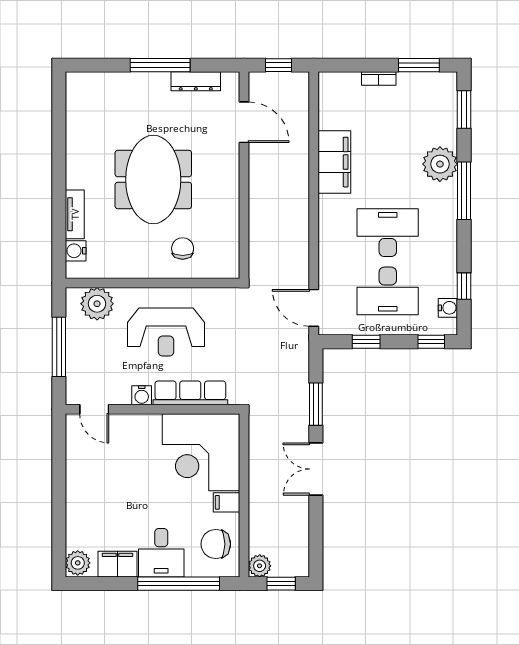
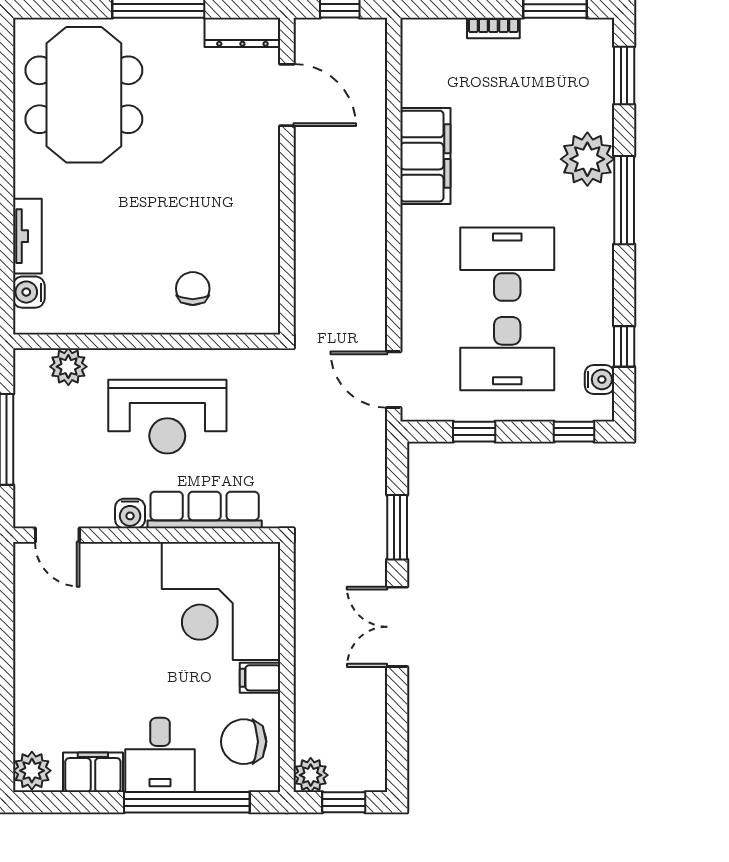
dresser: (196, 81) -> (242, 32), moved
meeting table: (153, 179) -> (84, 95), moved
plant: (97, 304) -> (68, 367), width x0.73, depth x0.73

